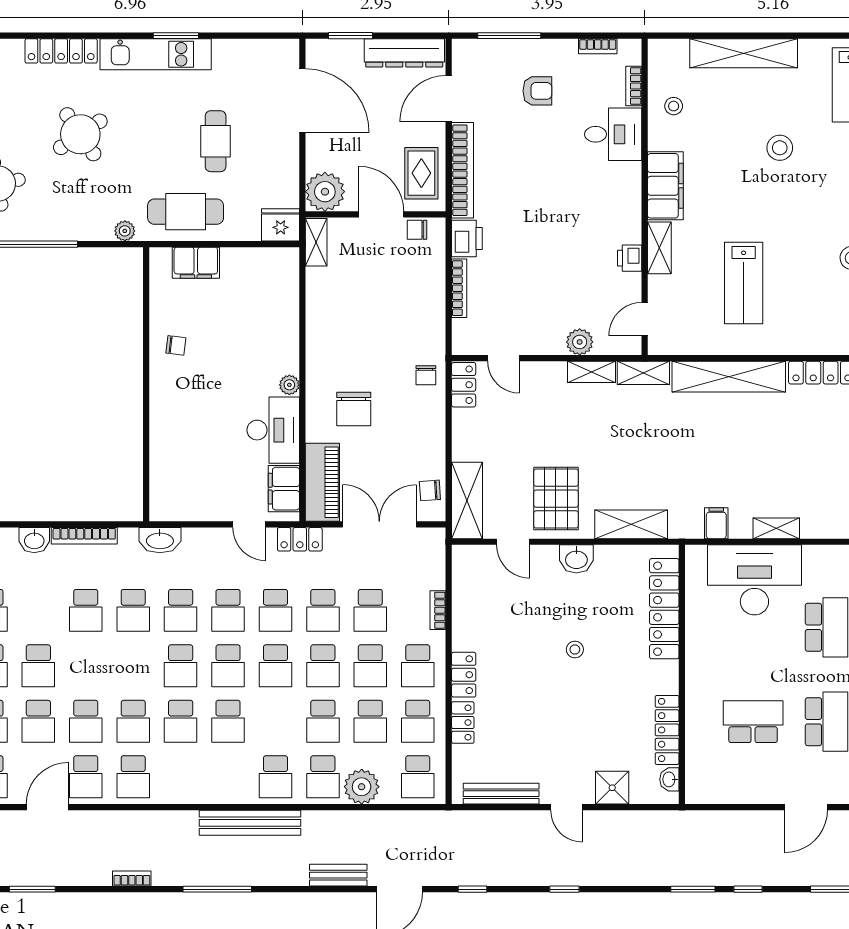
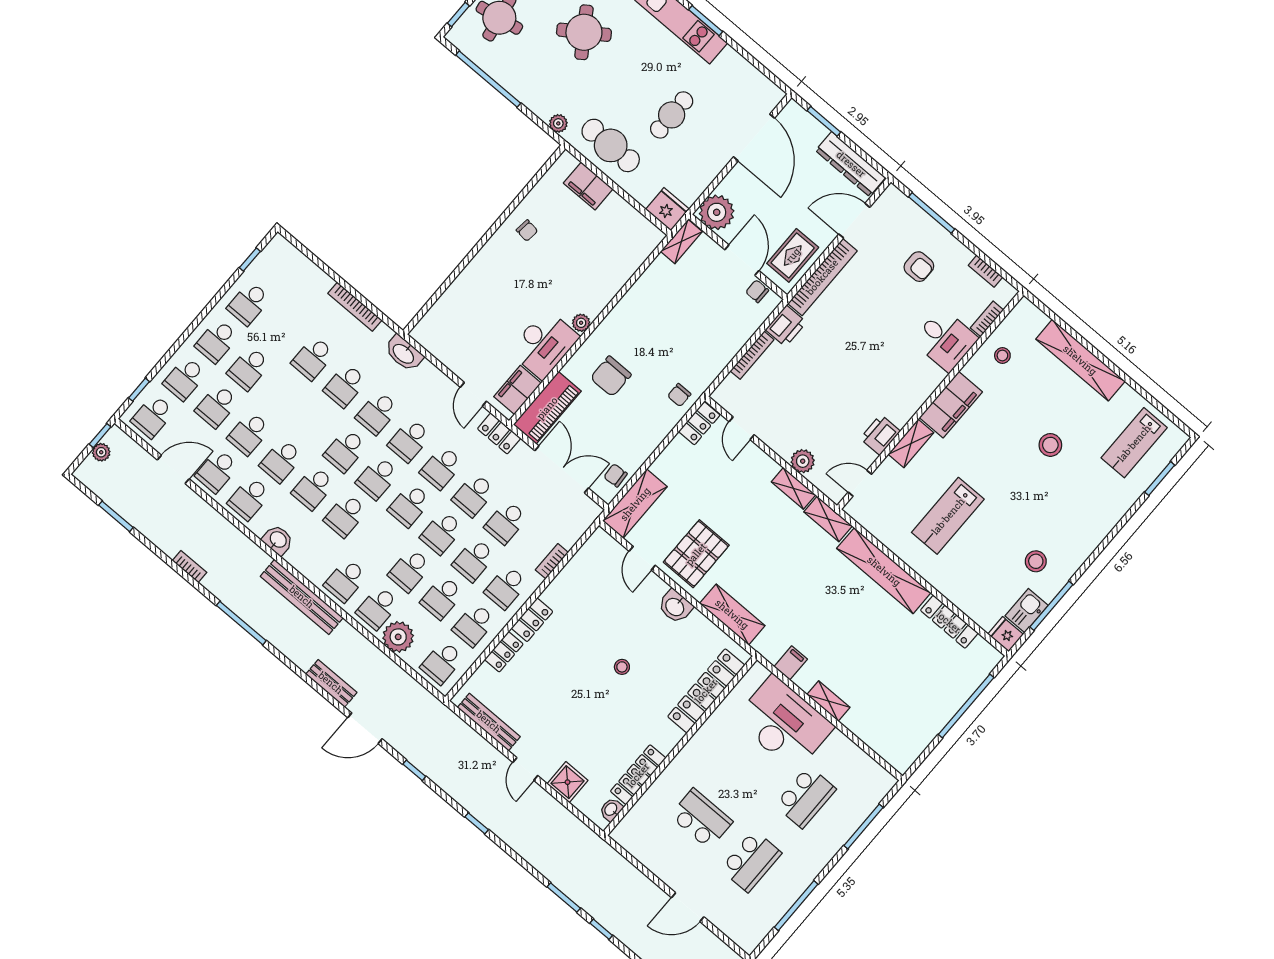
printer: (630, 258) -> (880, 435), width x1.36, depth x1.24
washbasin: (34, 540) -> (278, 540), moved, turned 180

